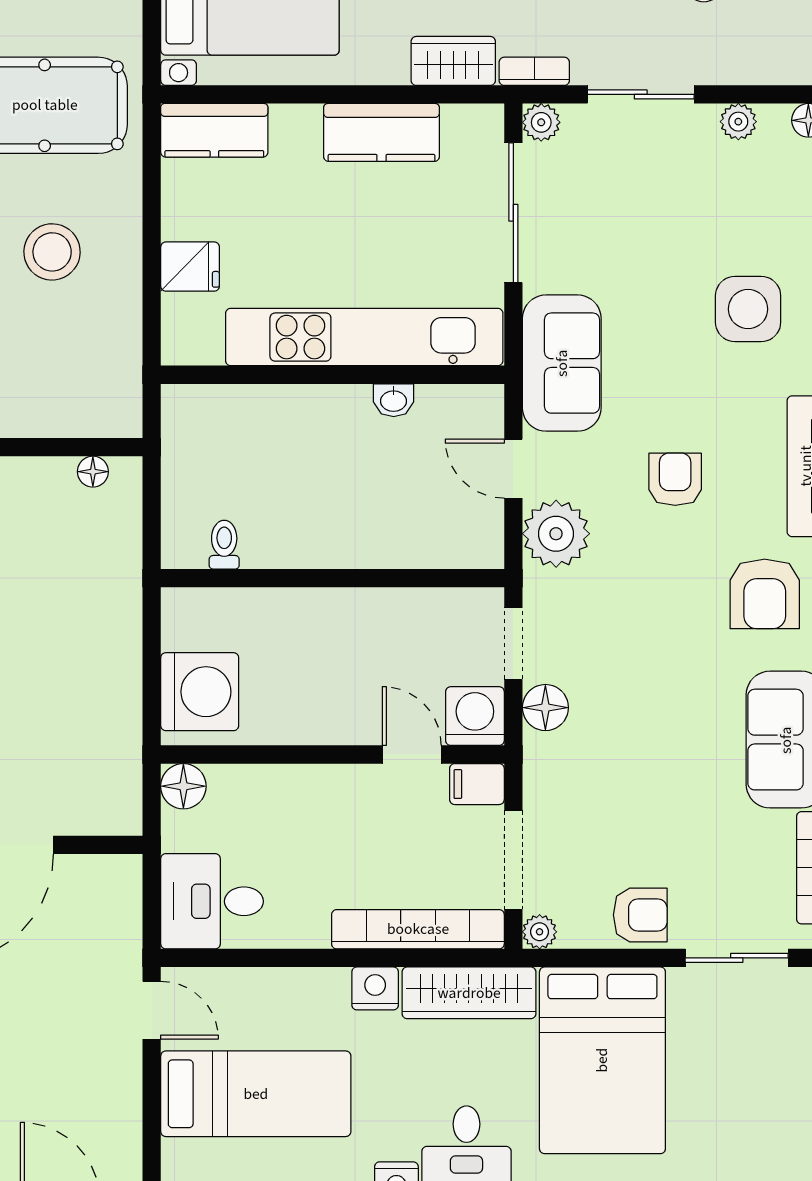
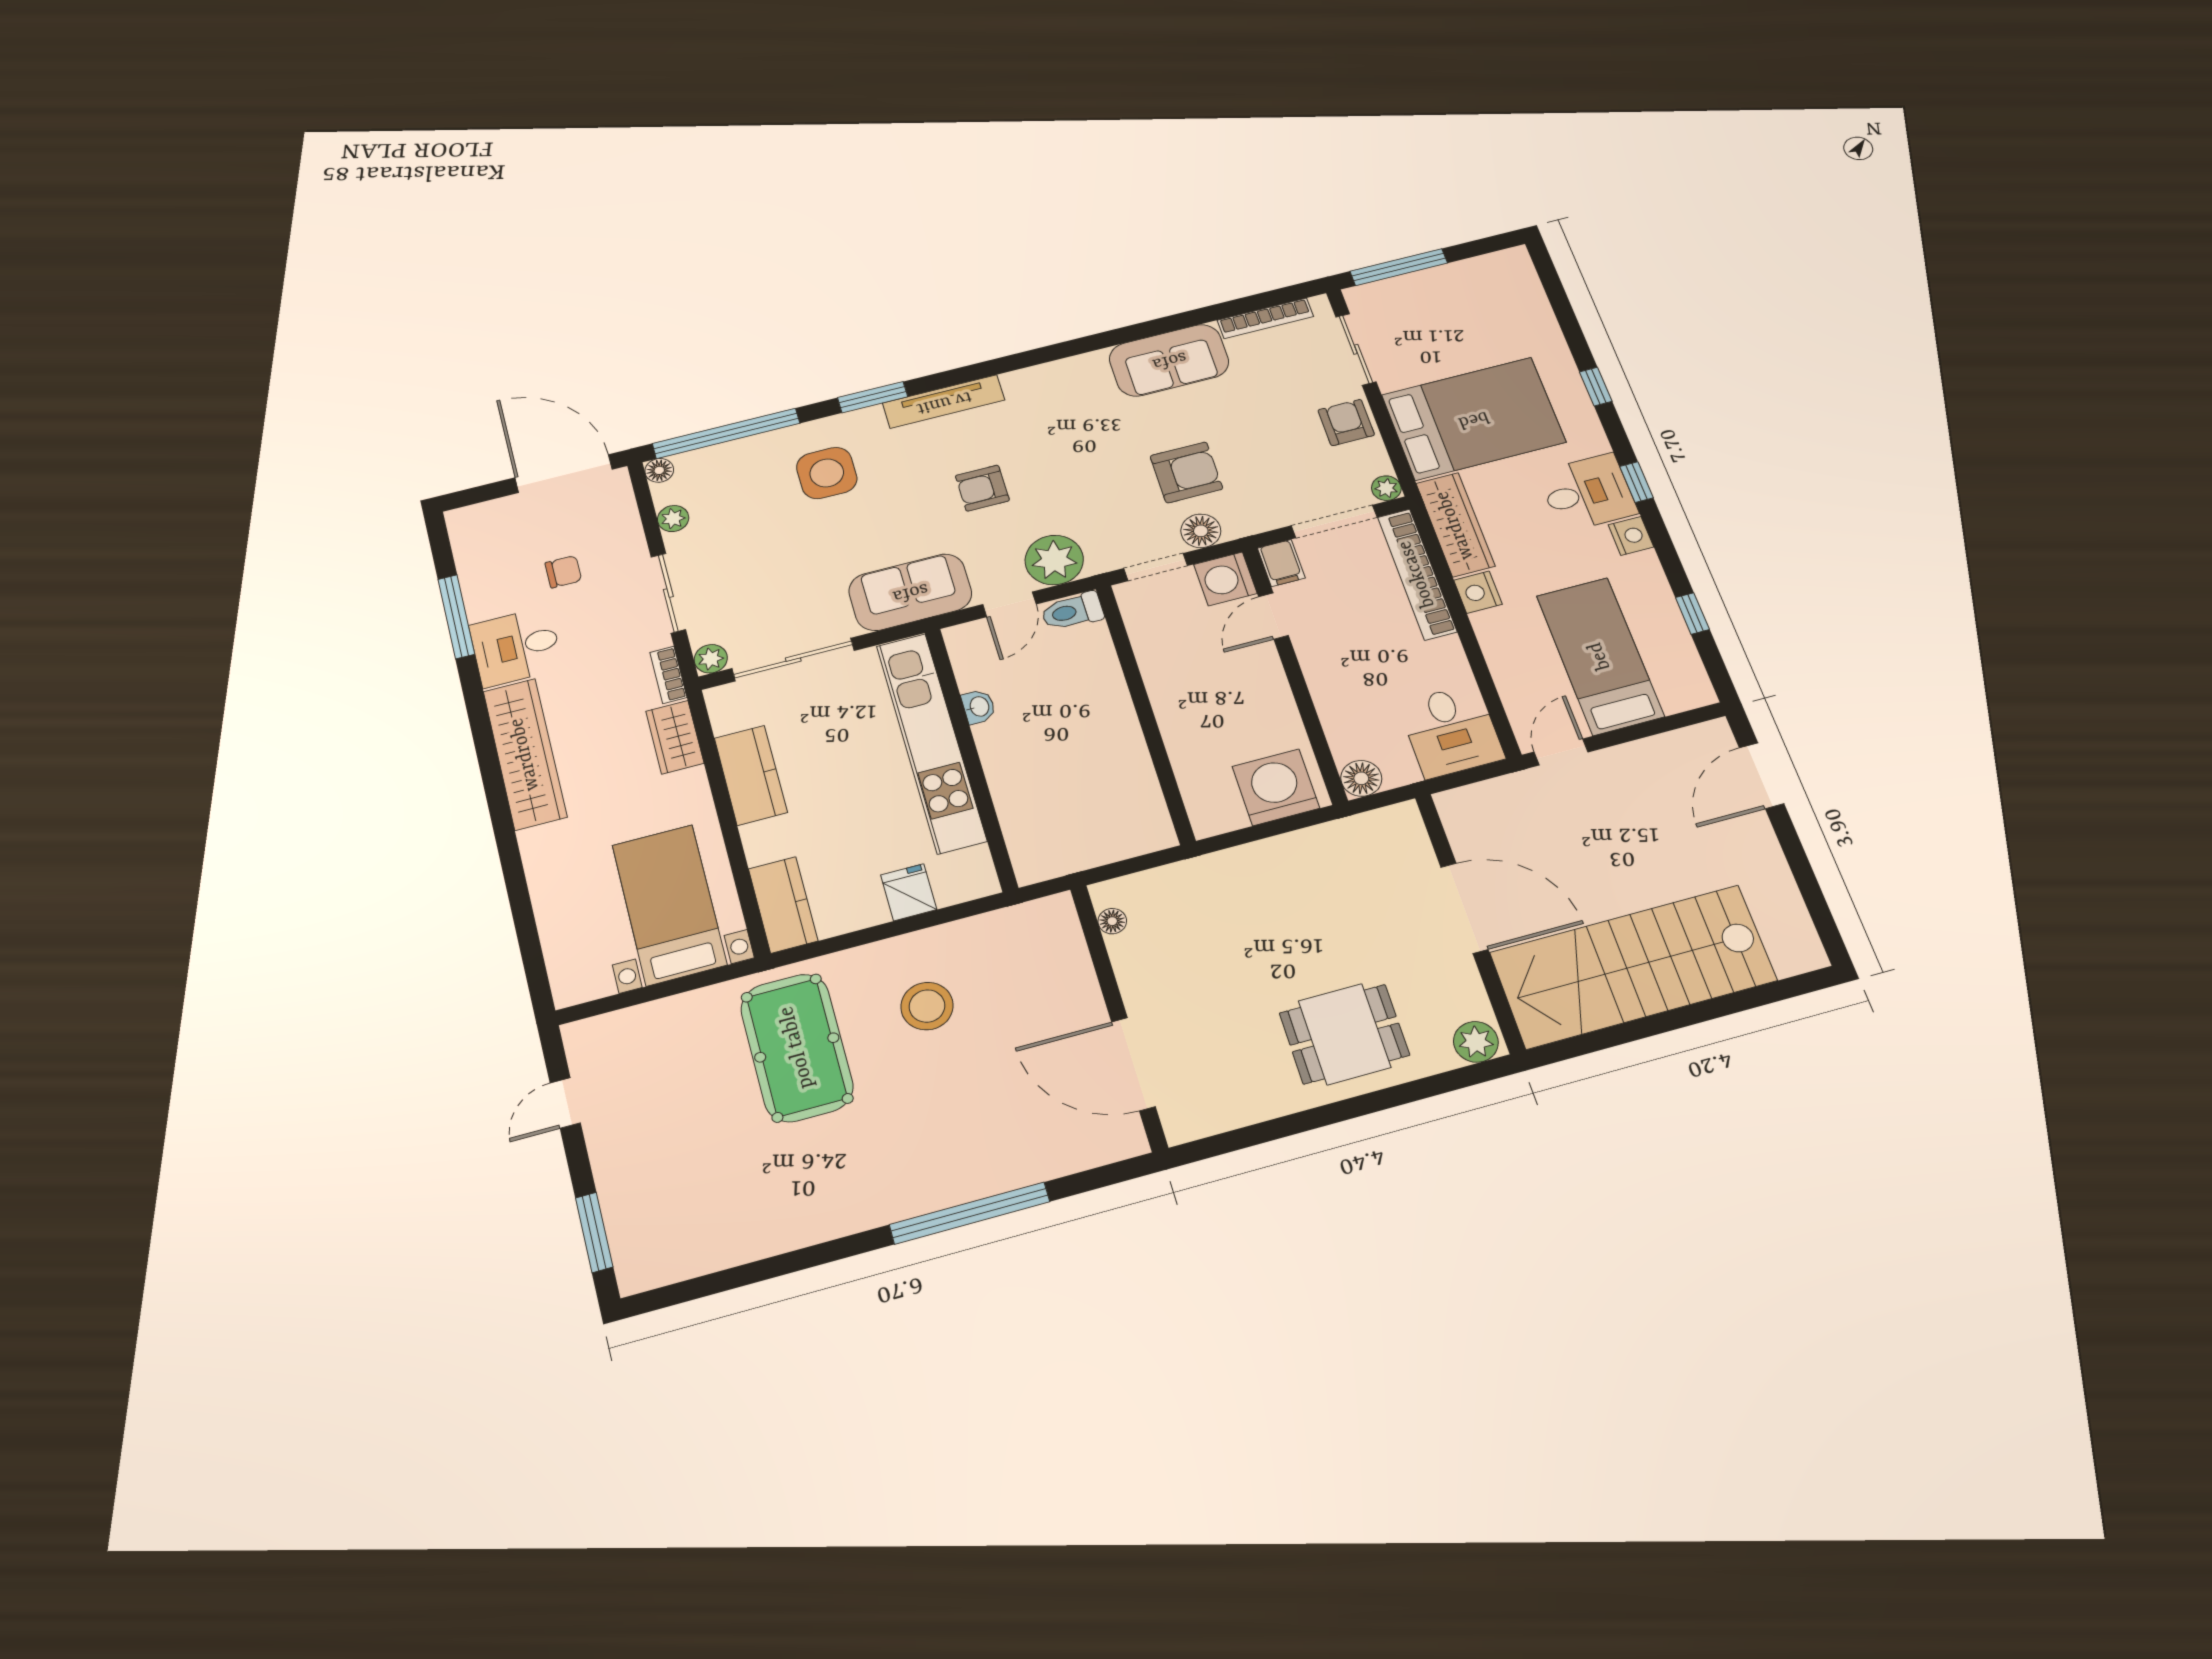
toilet: (224, 545) -> (1072, 611), moved, width x1.37, depth x1.39
armchair: (765, 594) -> (1186, 472), moved

